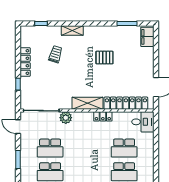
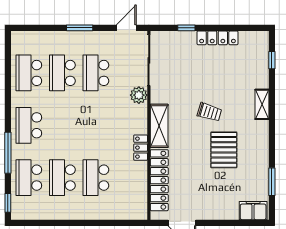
trolley: (56, 54) -> (209, 112), moved
pallet: (104, 58) -> (224, 150), width x1.50, depth x1.42
desk: (143, 122) -> (133, 204), removed

